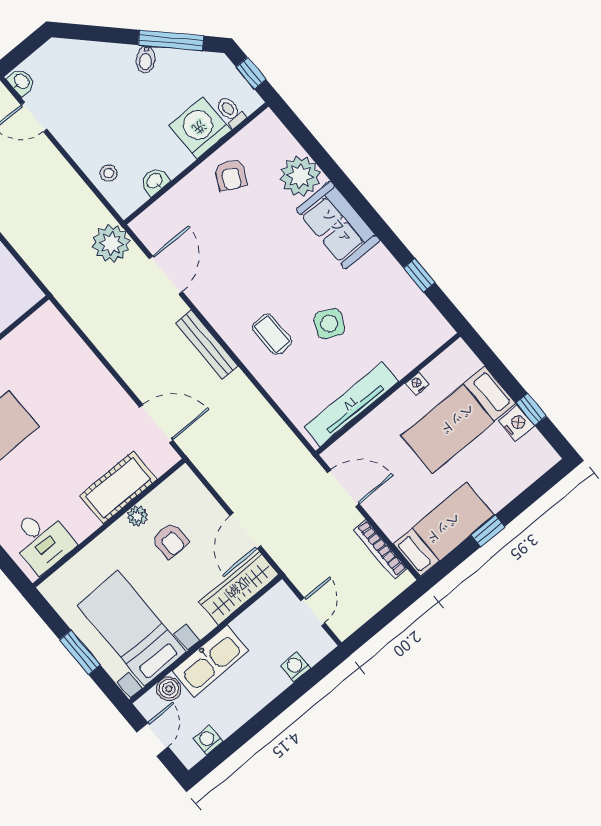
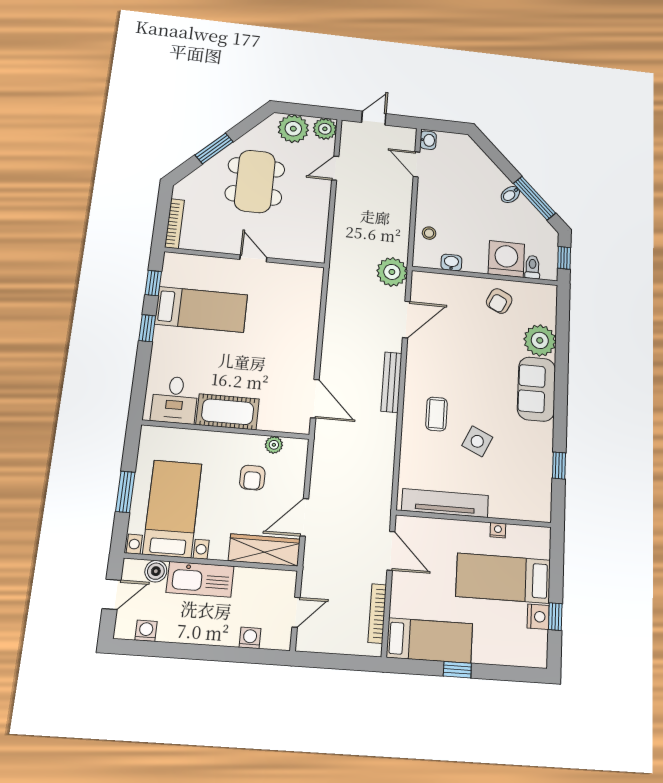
cot: (118, 488) -> (228, 412), moved
plant: (137, 516) -> (274, 445), moved

